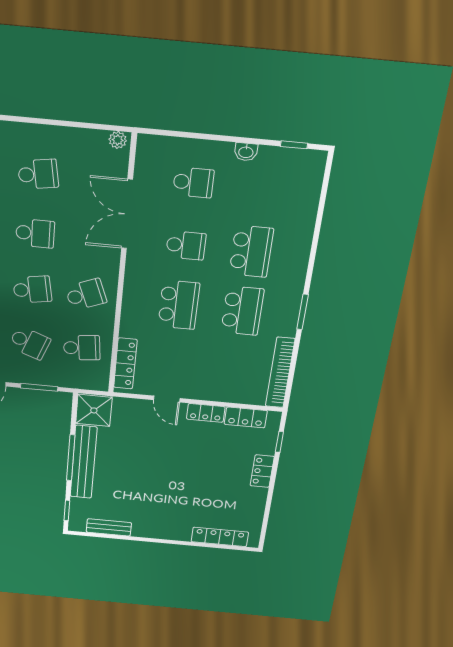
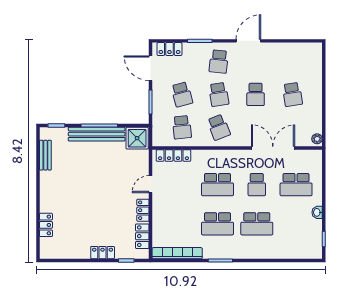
school desk: (193, 183) -> (296, 185), width x1.85
school desk: (30, 343) -> (182, 94), turned -36
locker: (220, 537) -> (46, 225), width x0.66

